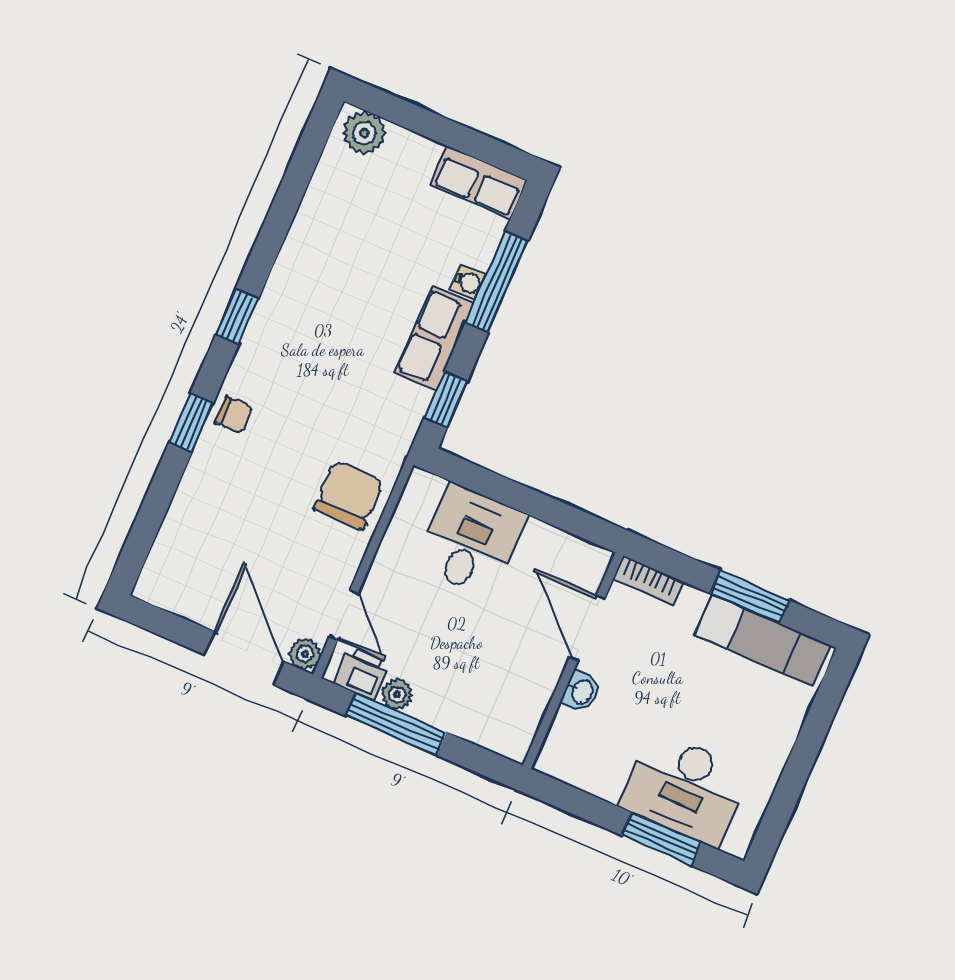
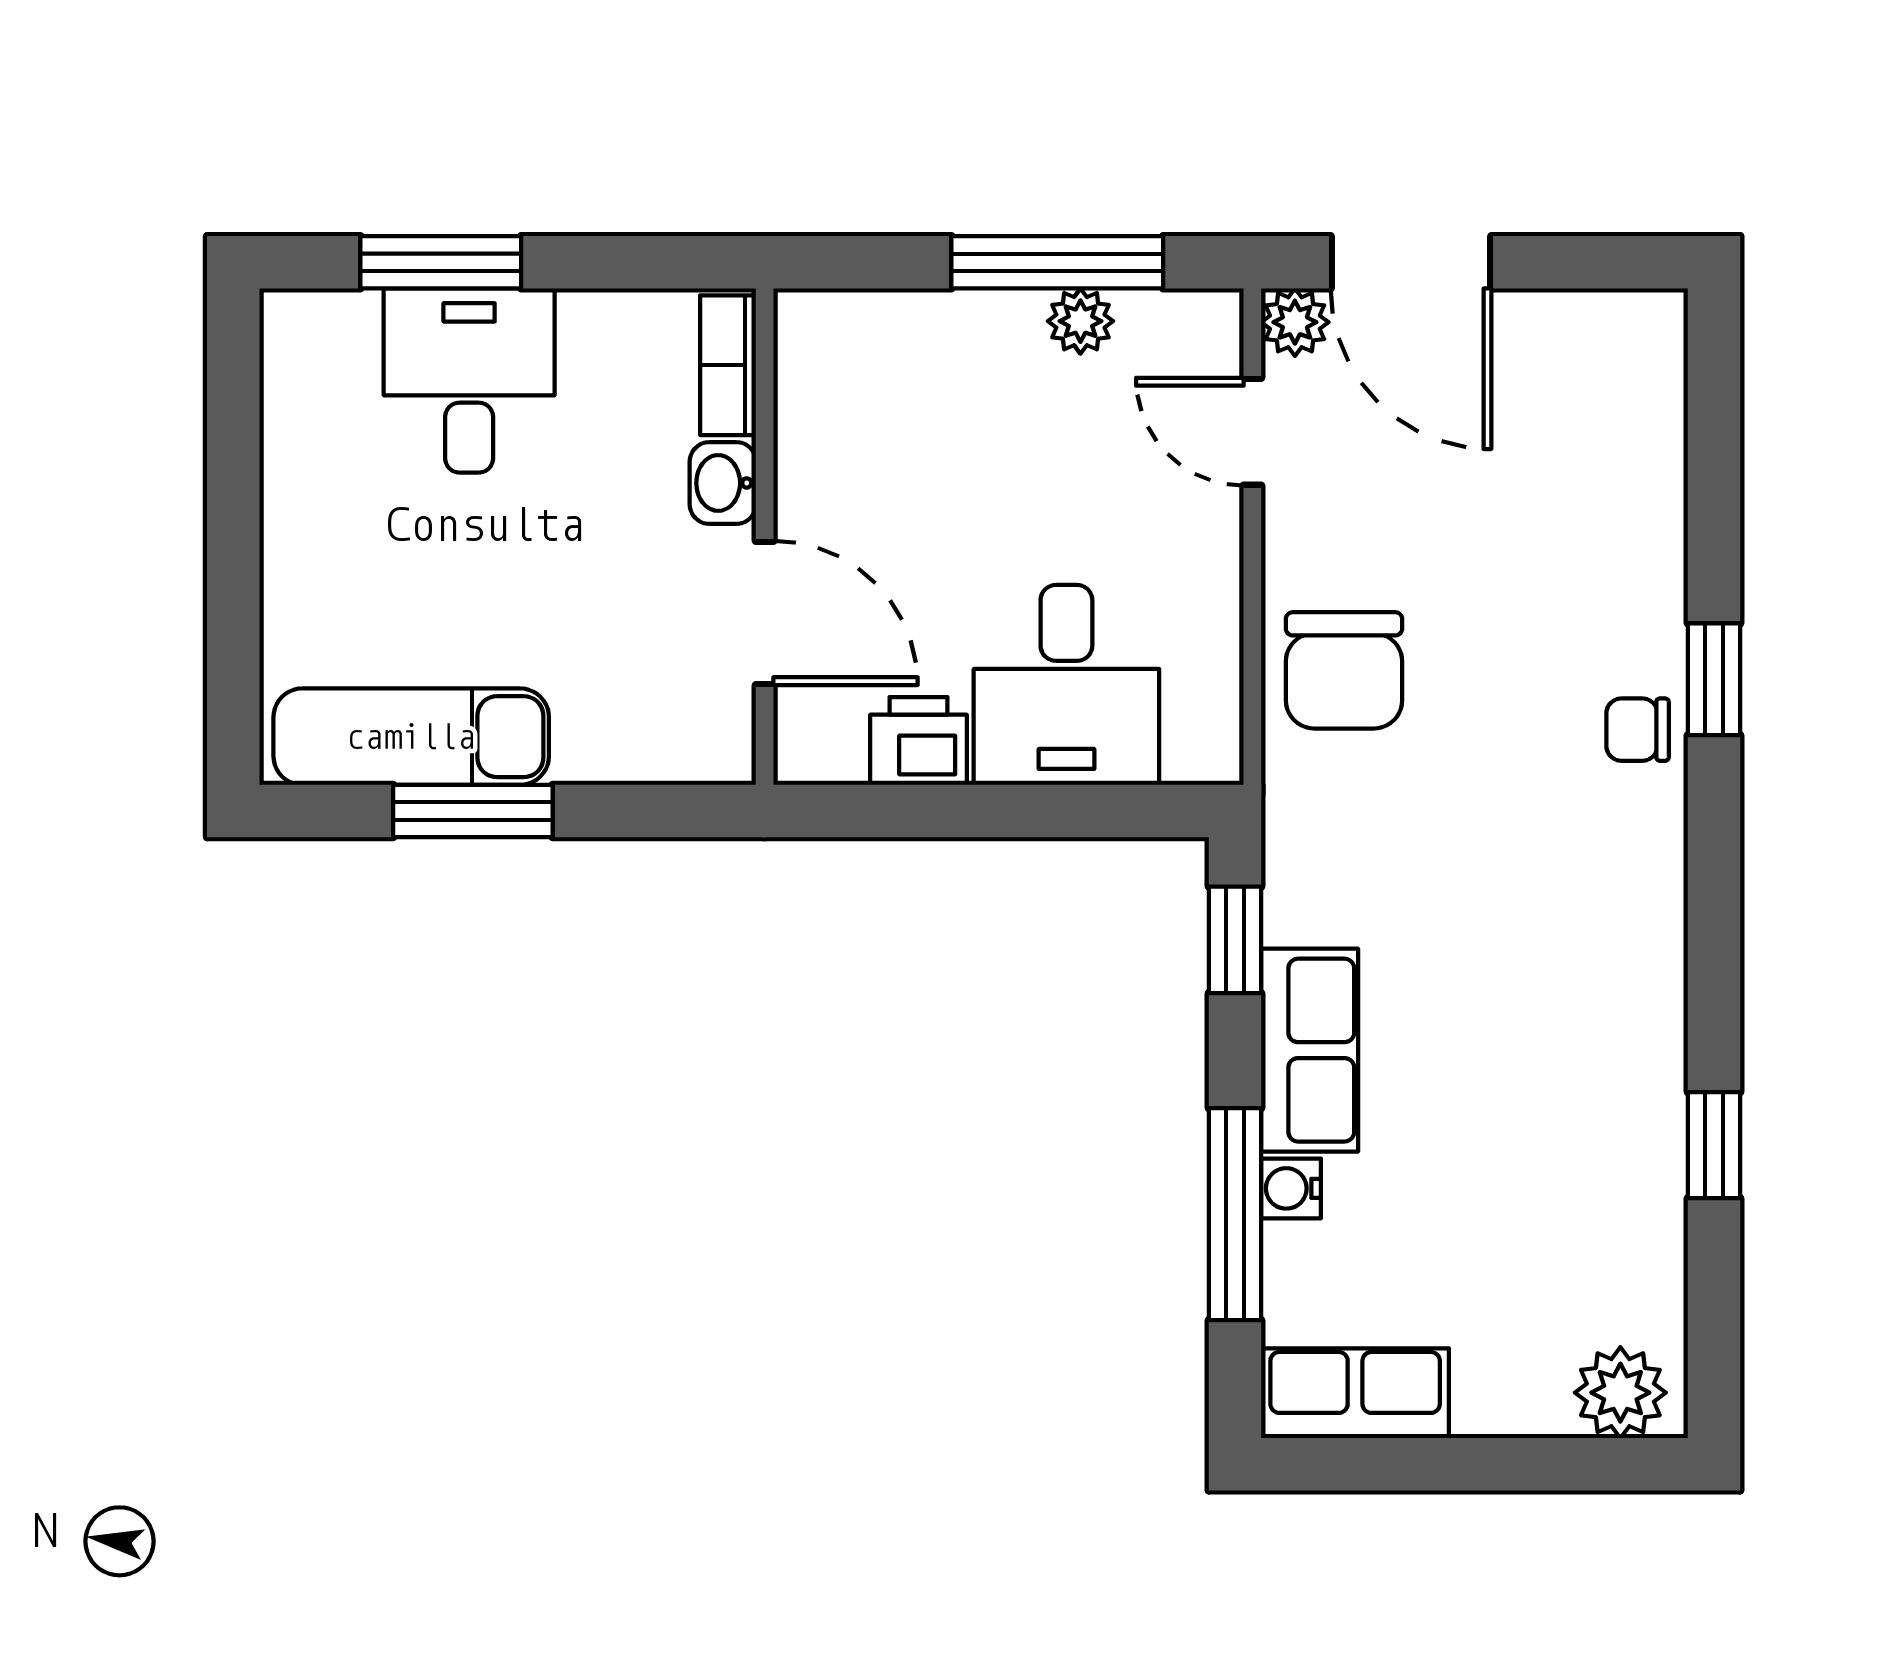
window: (237, 316) -> (1714, 1145), moved
bookcase: (648, 580) -> (728, 365), moved, turned -90
printer: (361, 673) -> (918, 741), moved, turned 180
desk: (685, 789) -> (469, 381), width x0.73

